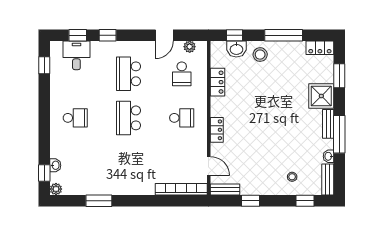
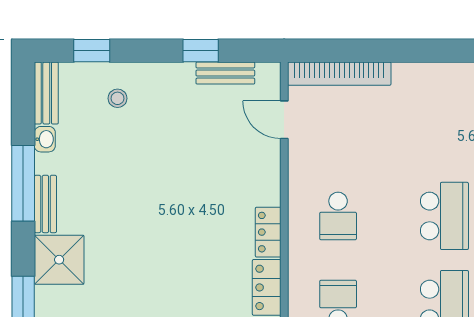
school desk: (182, 118) -> (338, 216), turned -90
locker: (217, 130) -> (268, 232), moved
bench: (225, 189) -> (225, 73), moved

